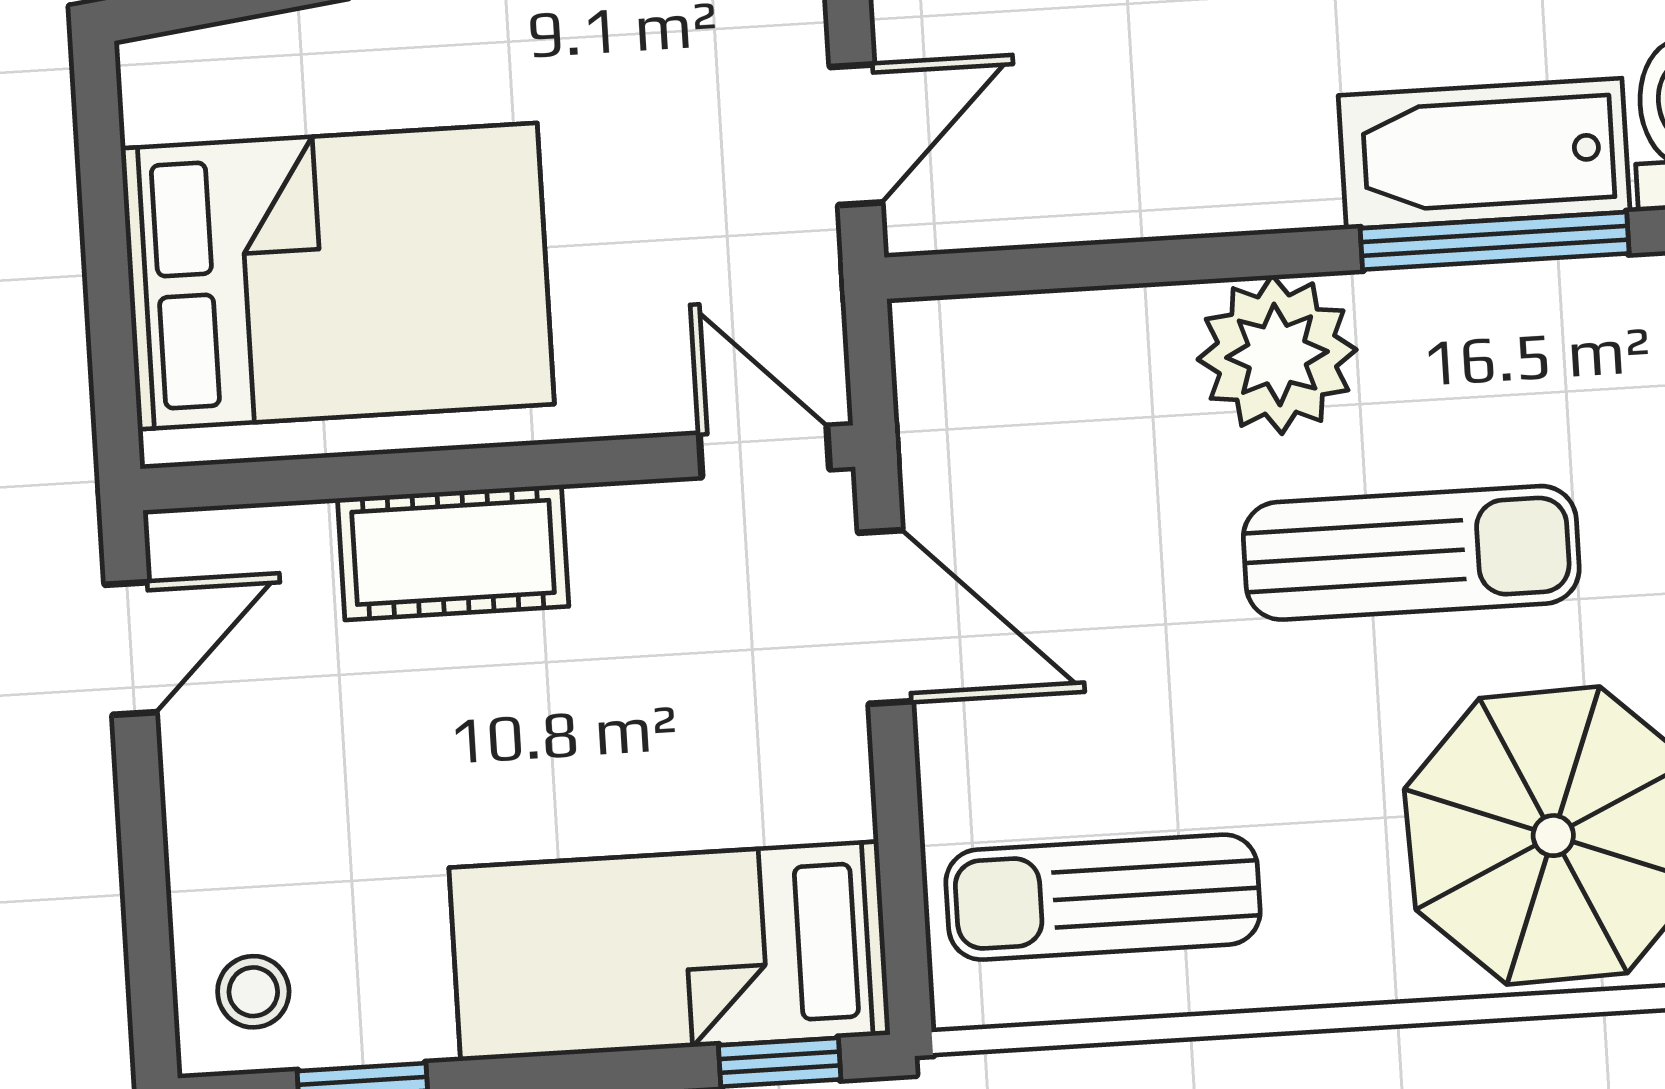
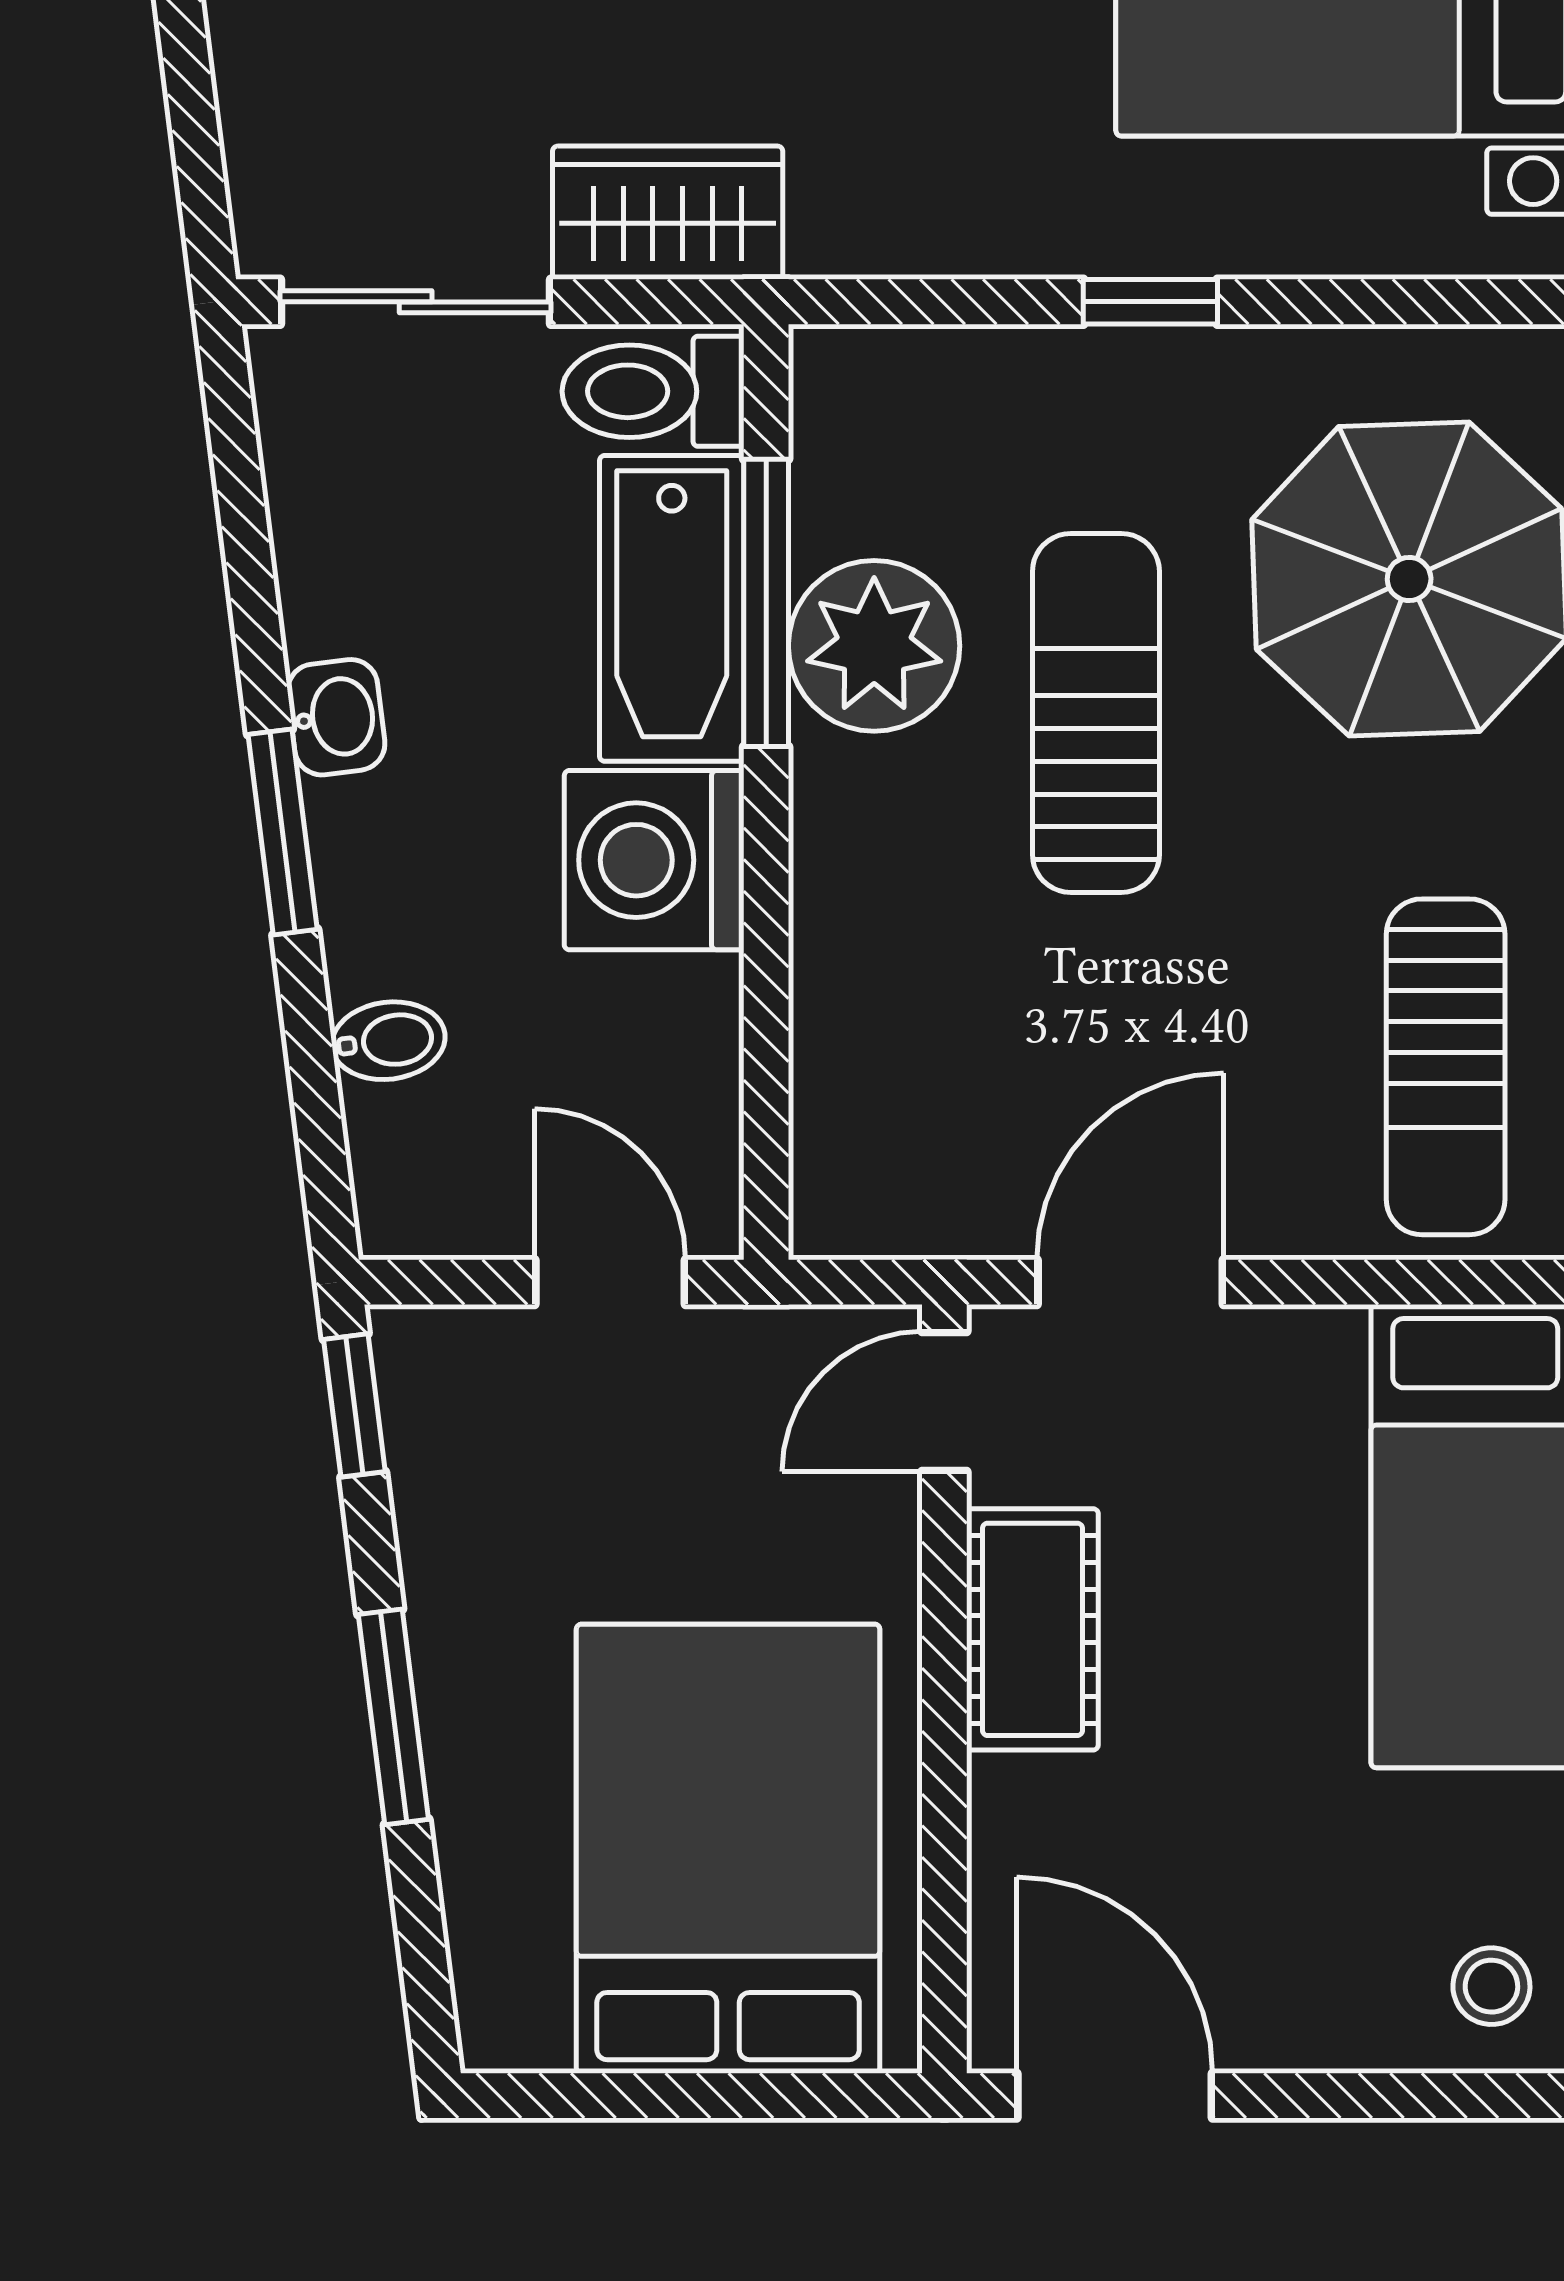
washing machine: (1250, 152) -> (654, 860), added
plant: (1277, 355) -> (874, 646), moved
cot: (453, 552) -> (1032, 1629), moved
door: (130, 649) -> (1115, 2096), width x1.38

